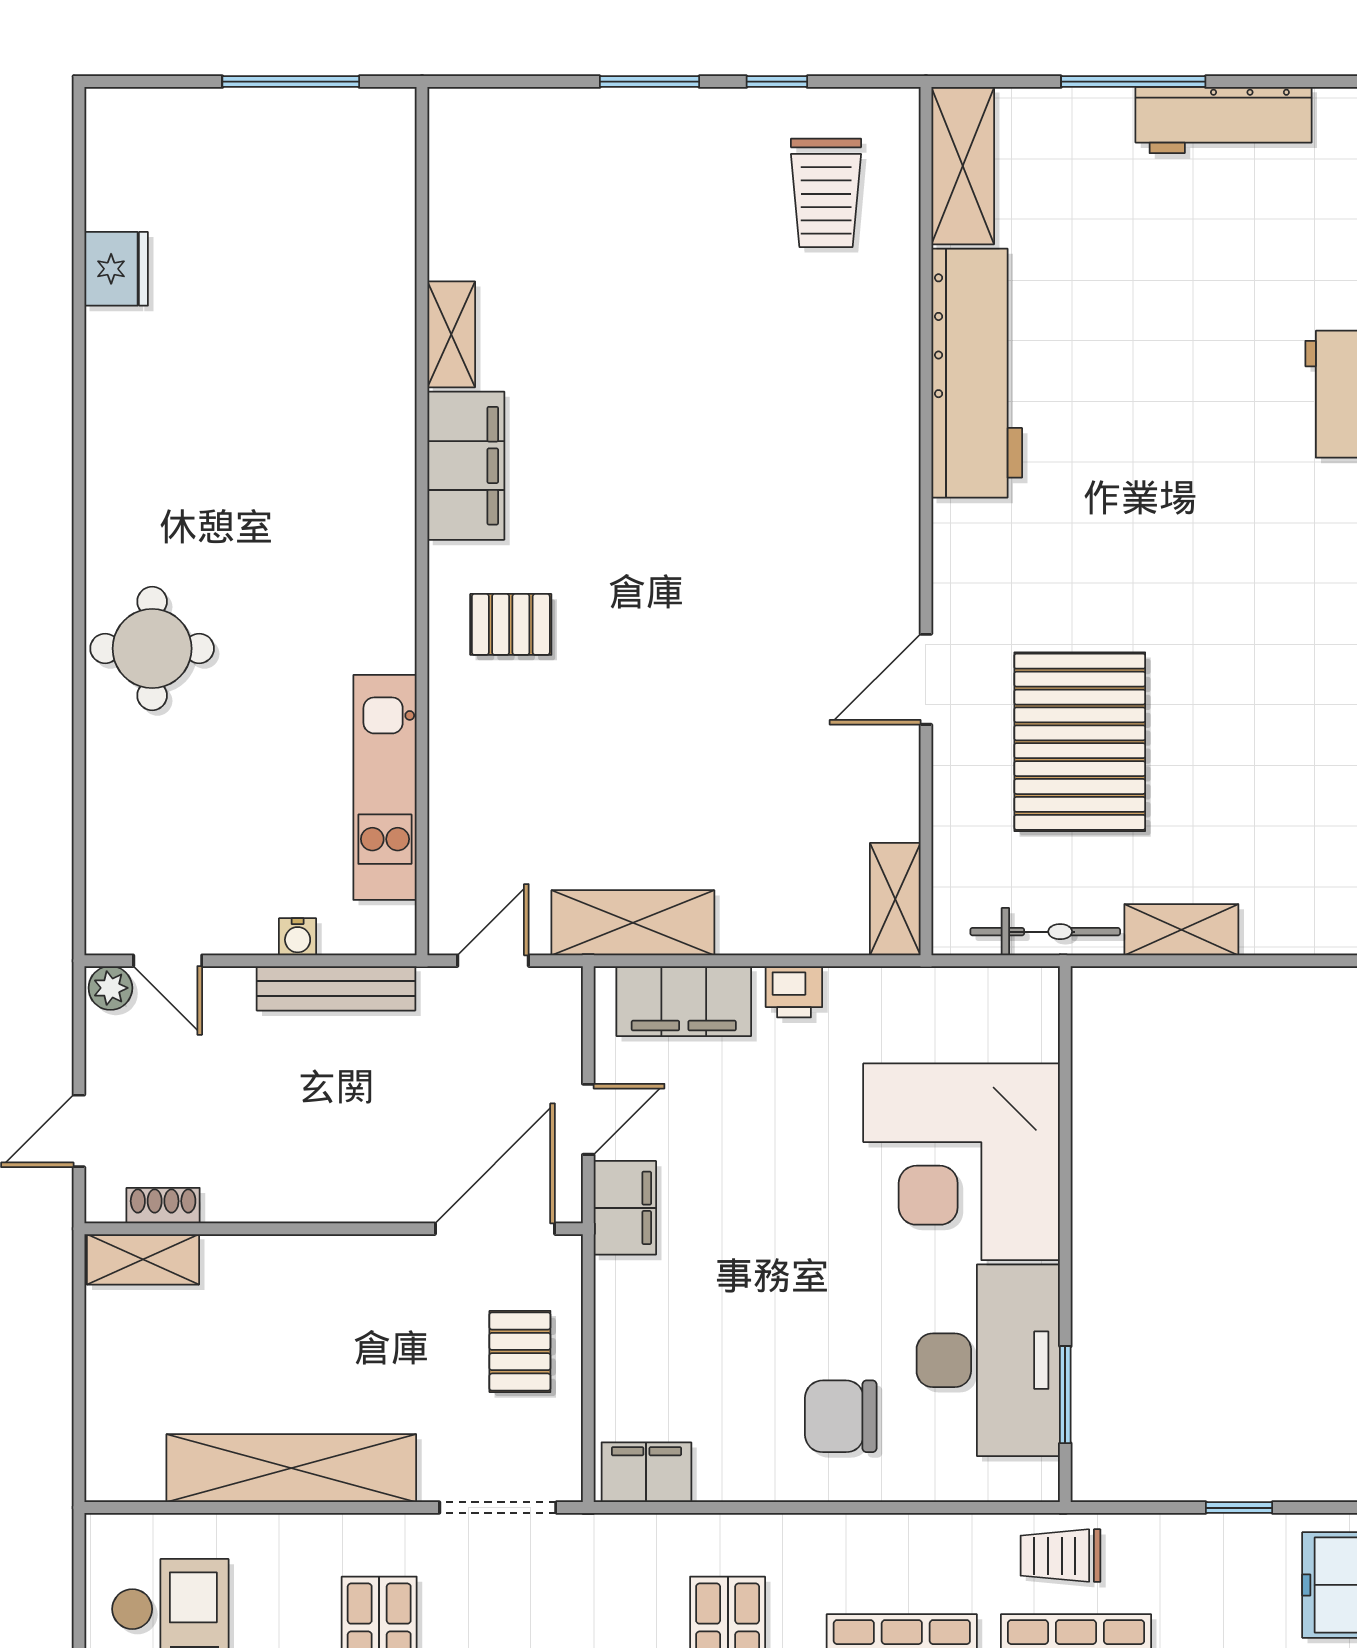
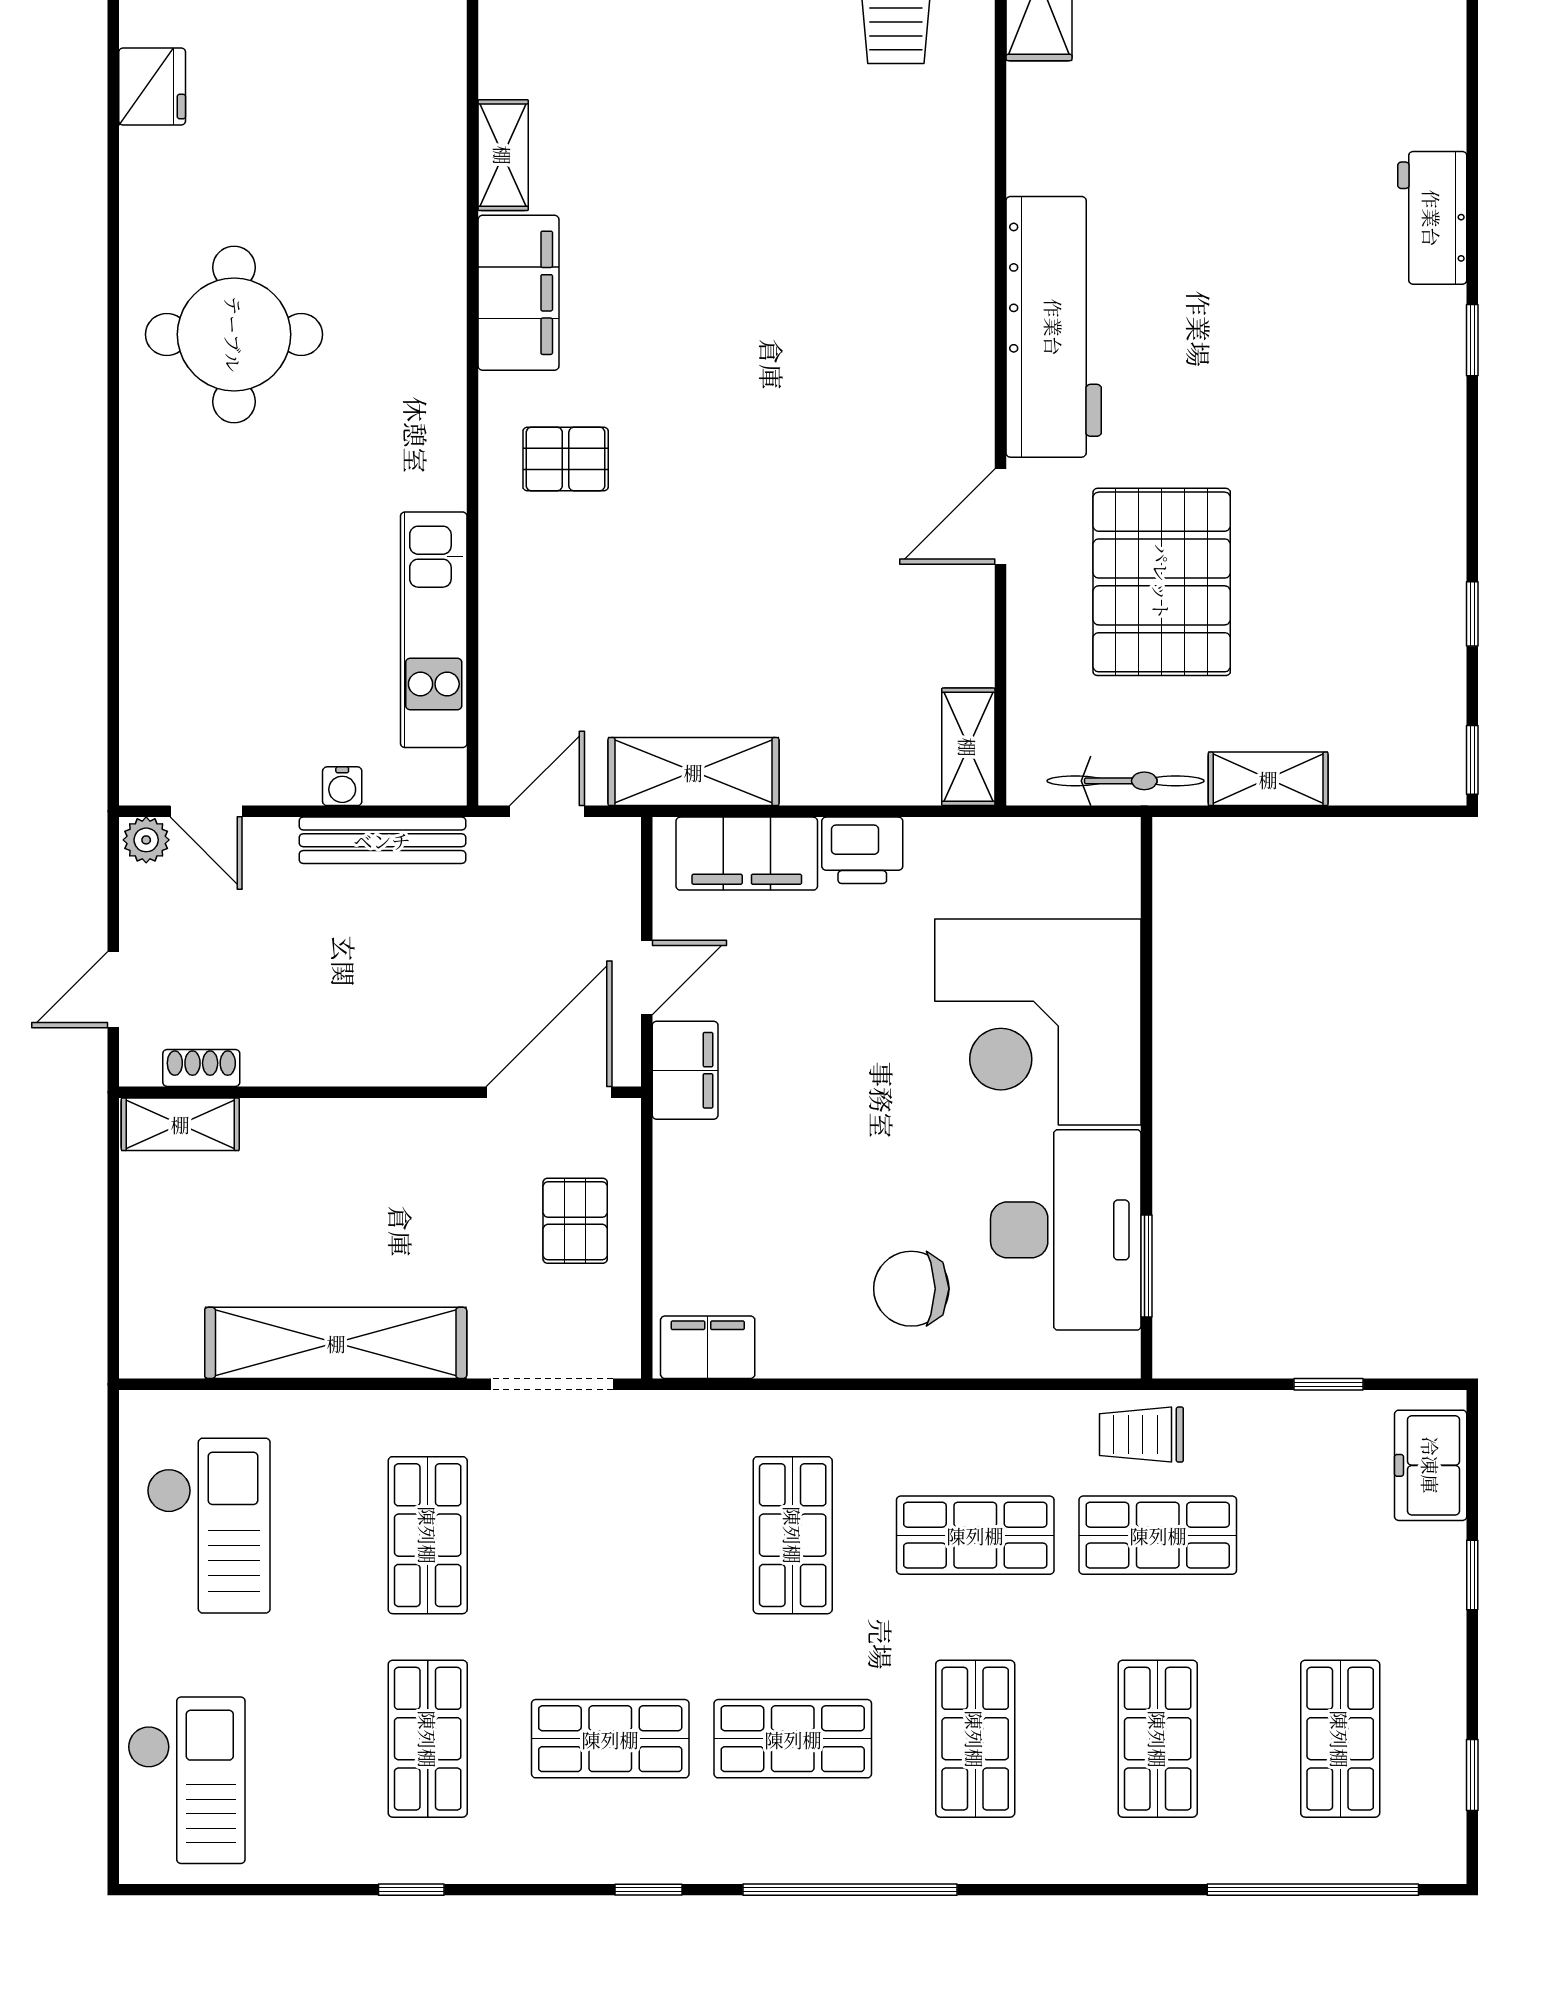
workbench: (977, 373) -> (1054, 327), moved
round table: (152, 648) -> (234, 334), moved, width x1.36, depth x1.36
printer: (794, 992) -> (862, 850), width x1.36, depth x1.24

